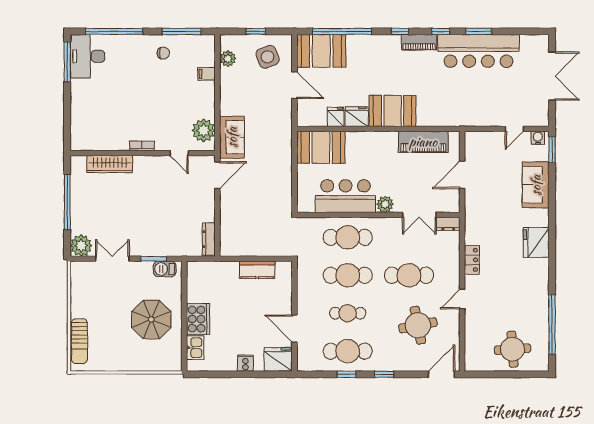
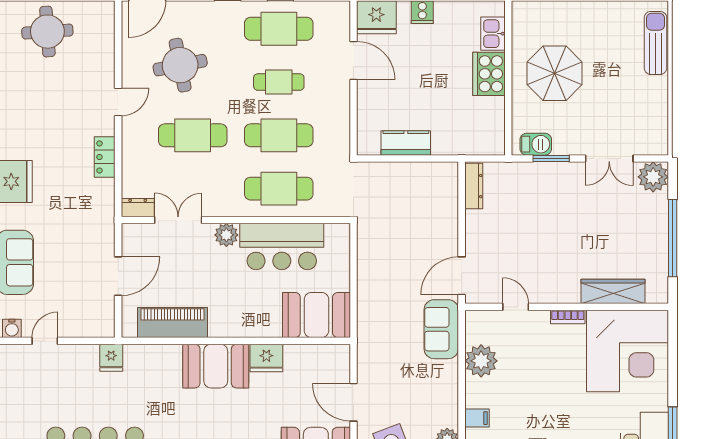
fridge: (336, 117) -> (111, 358), moved
corner desk: (99, 122) -> (627, 351), added
plant: (204, 130) -> (481, 361), moved

